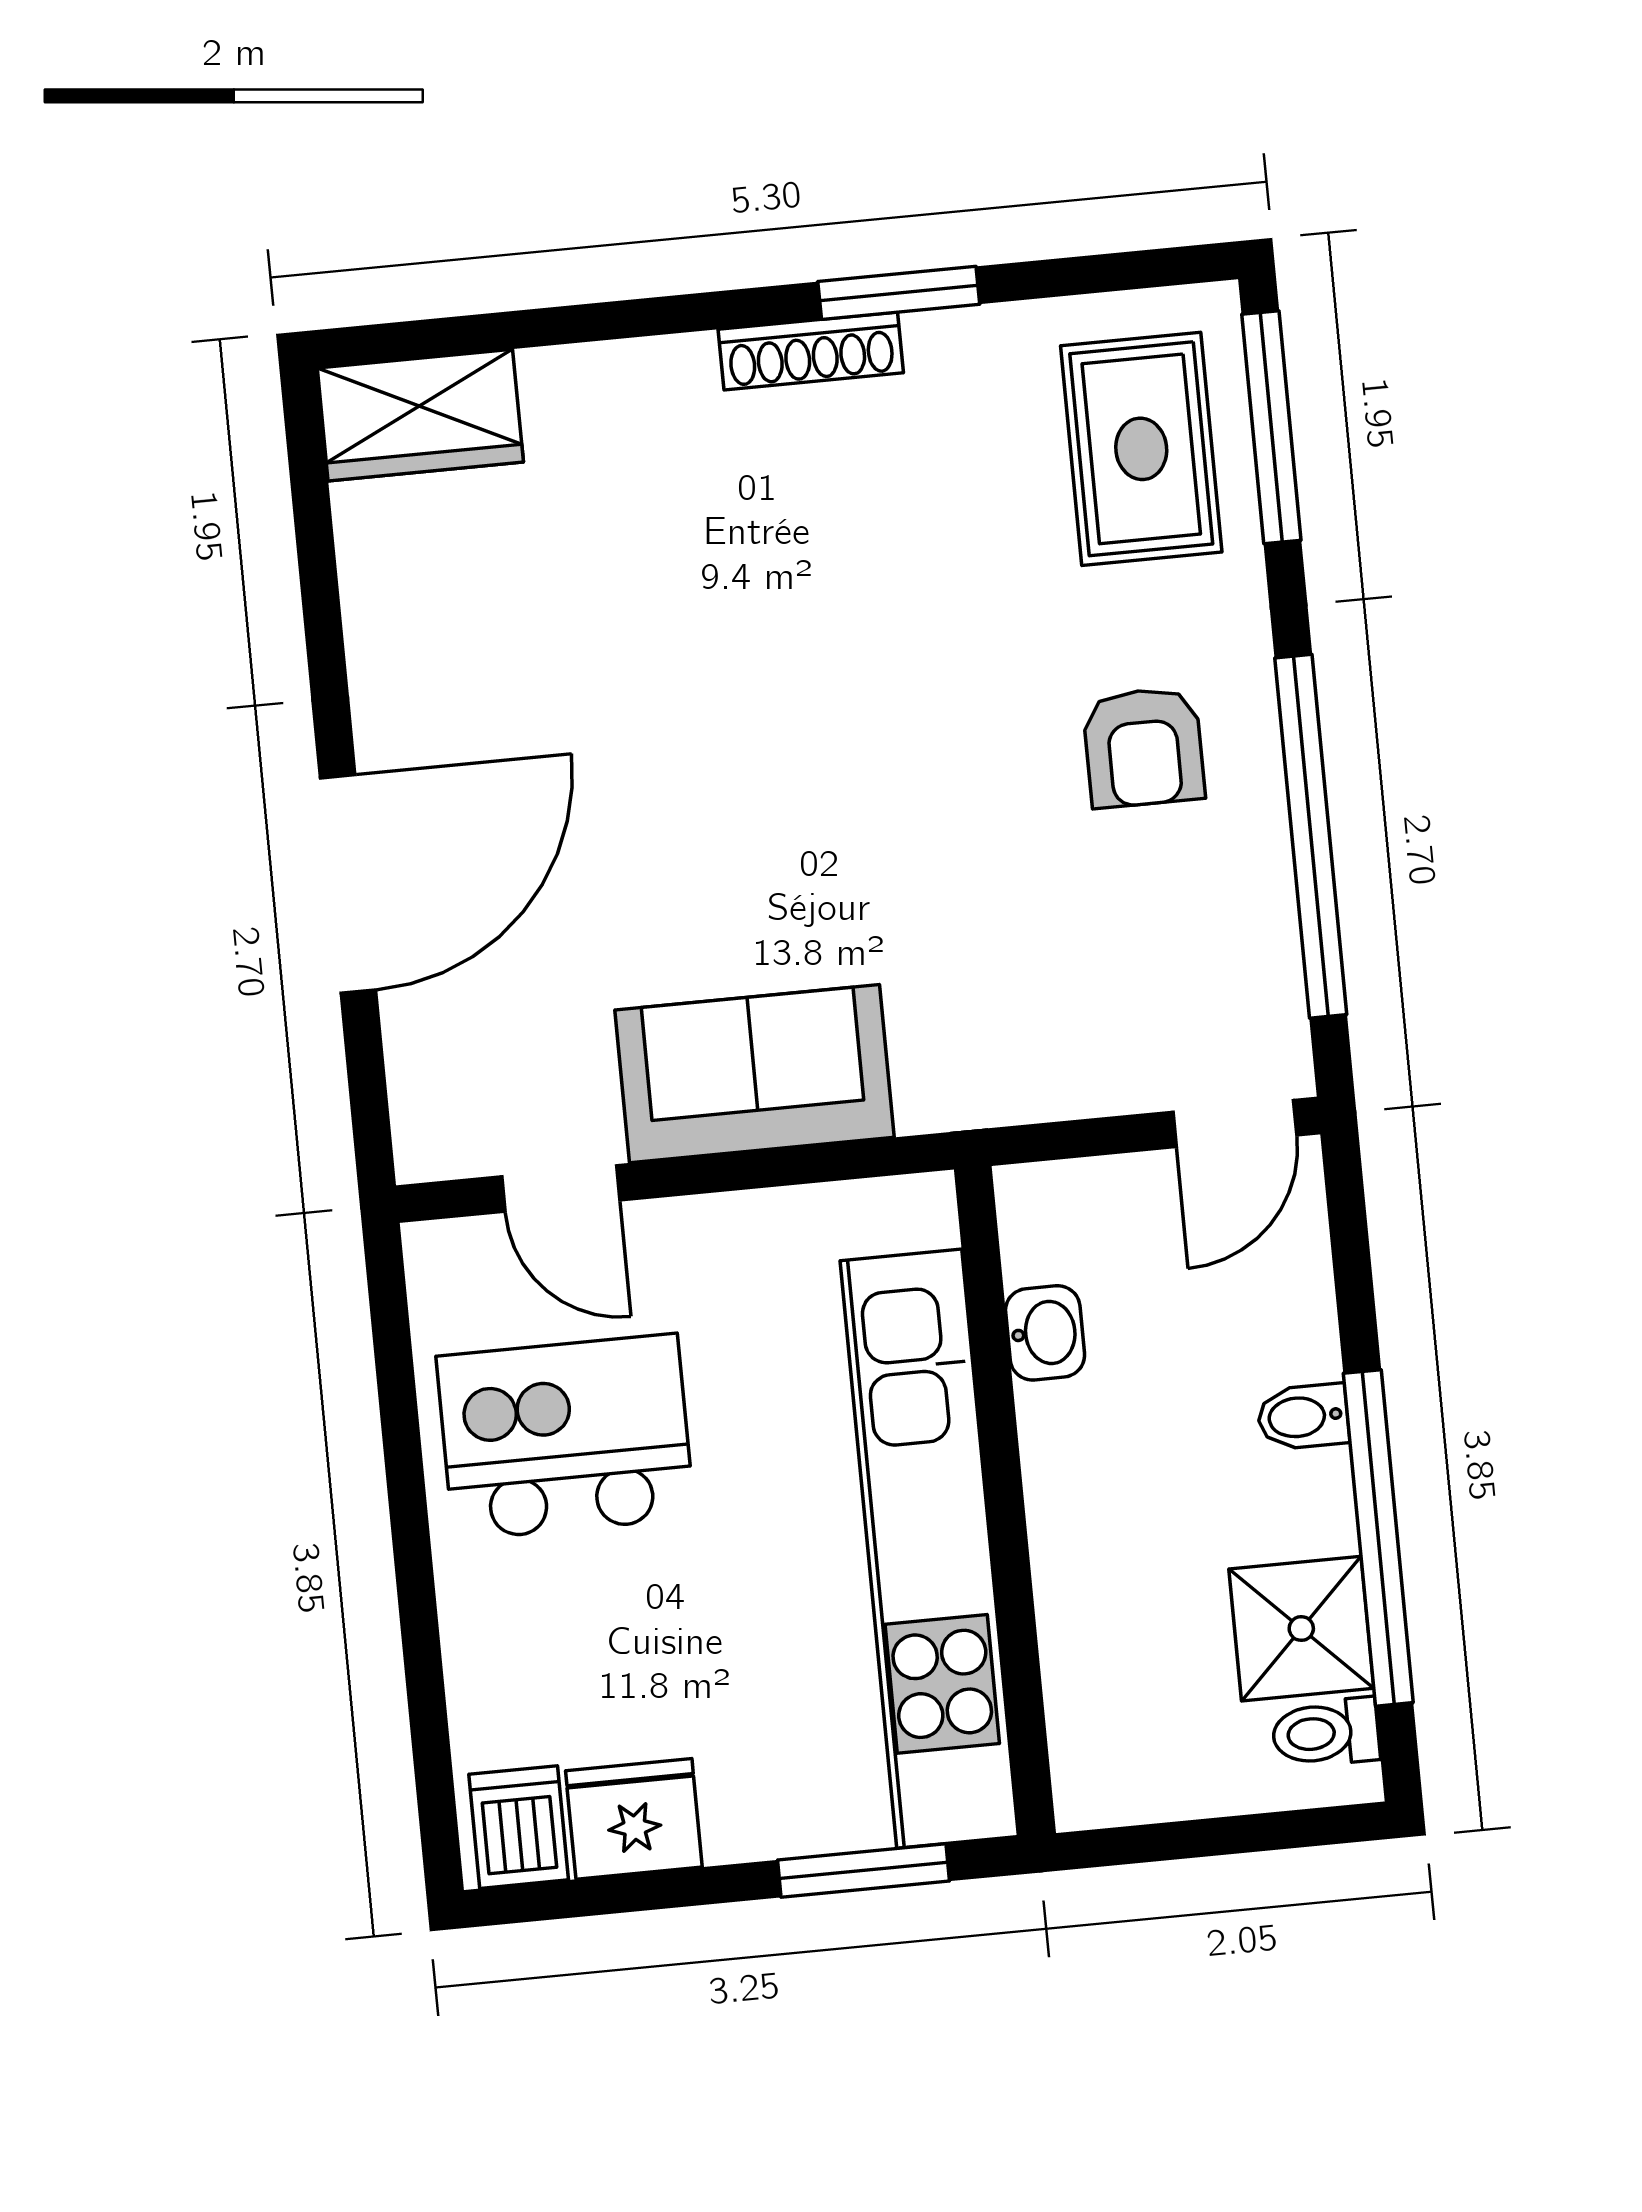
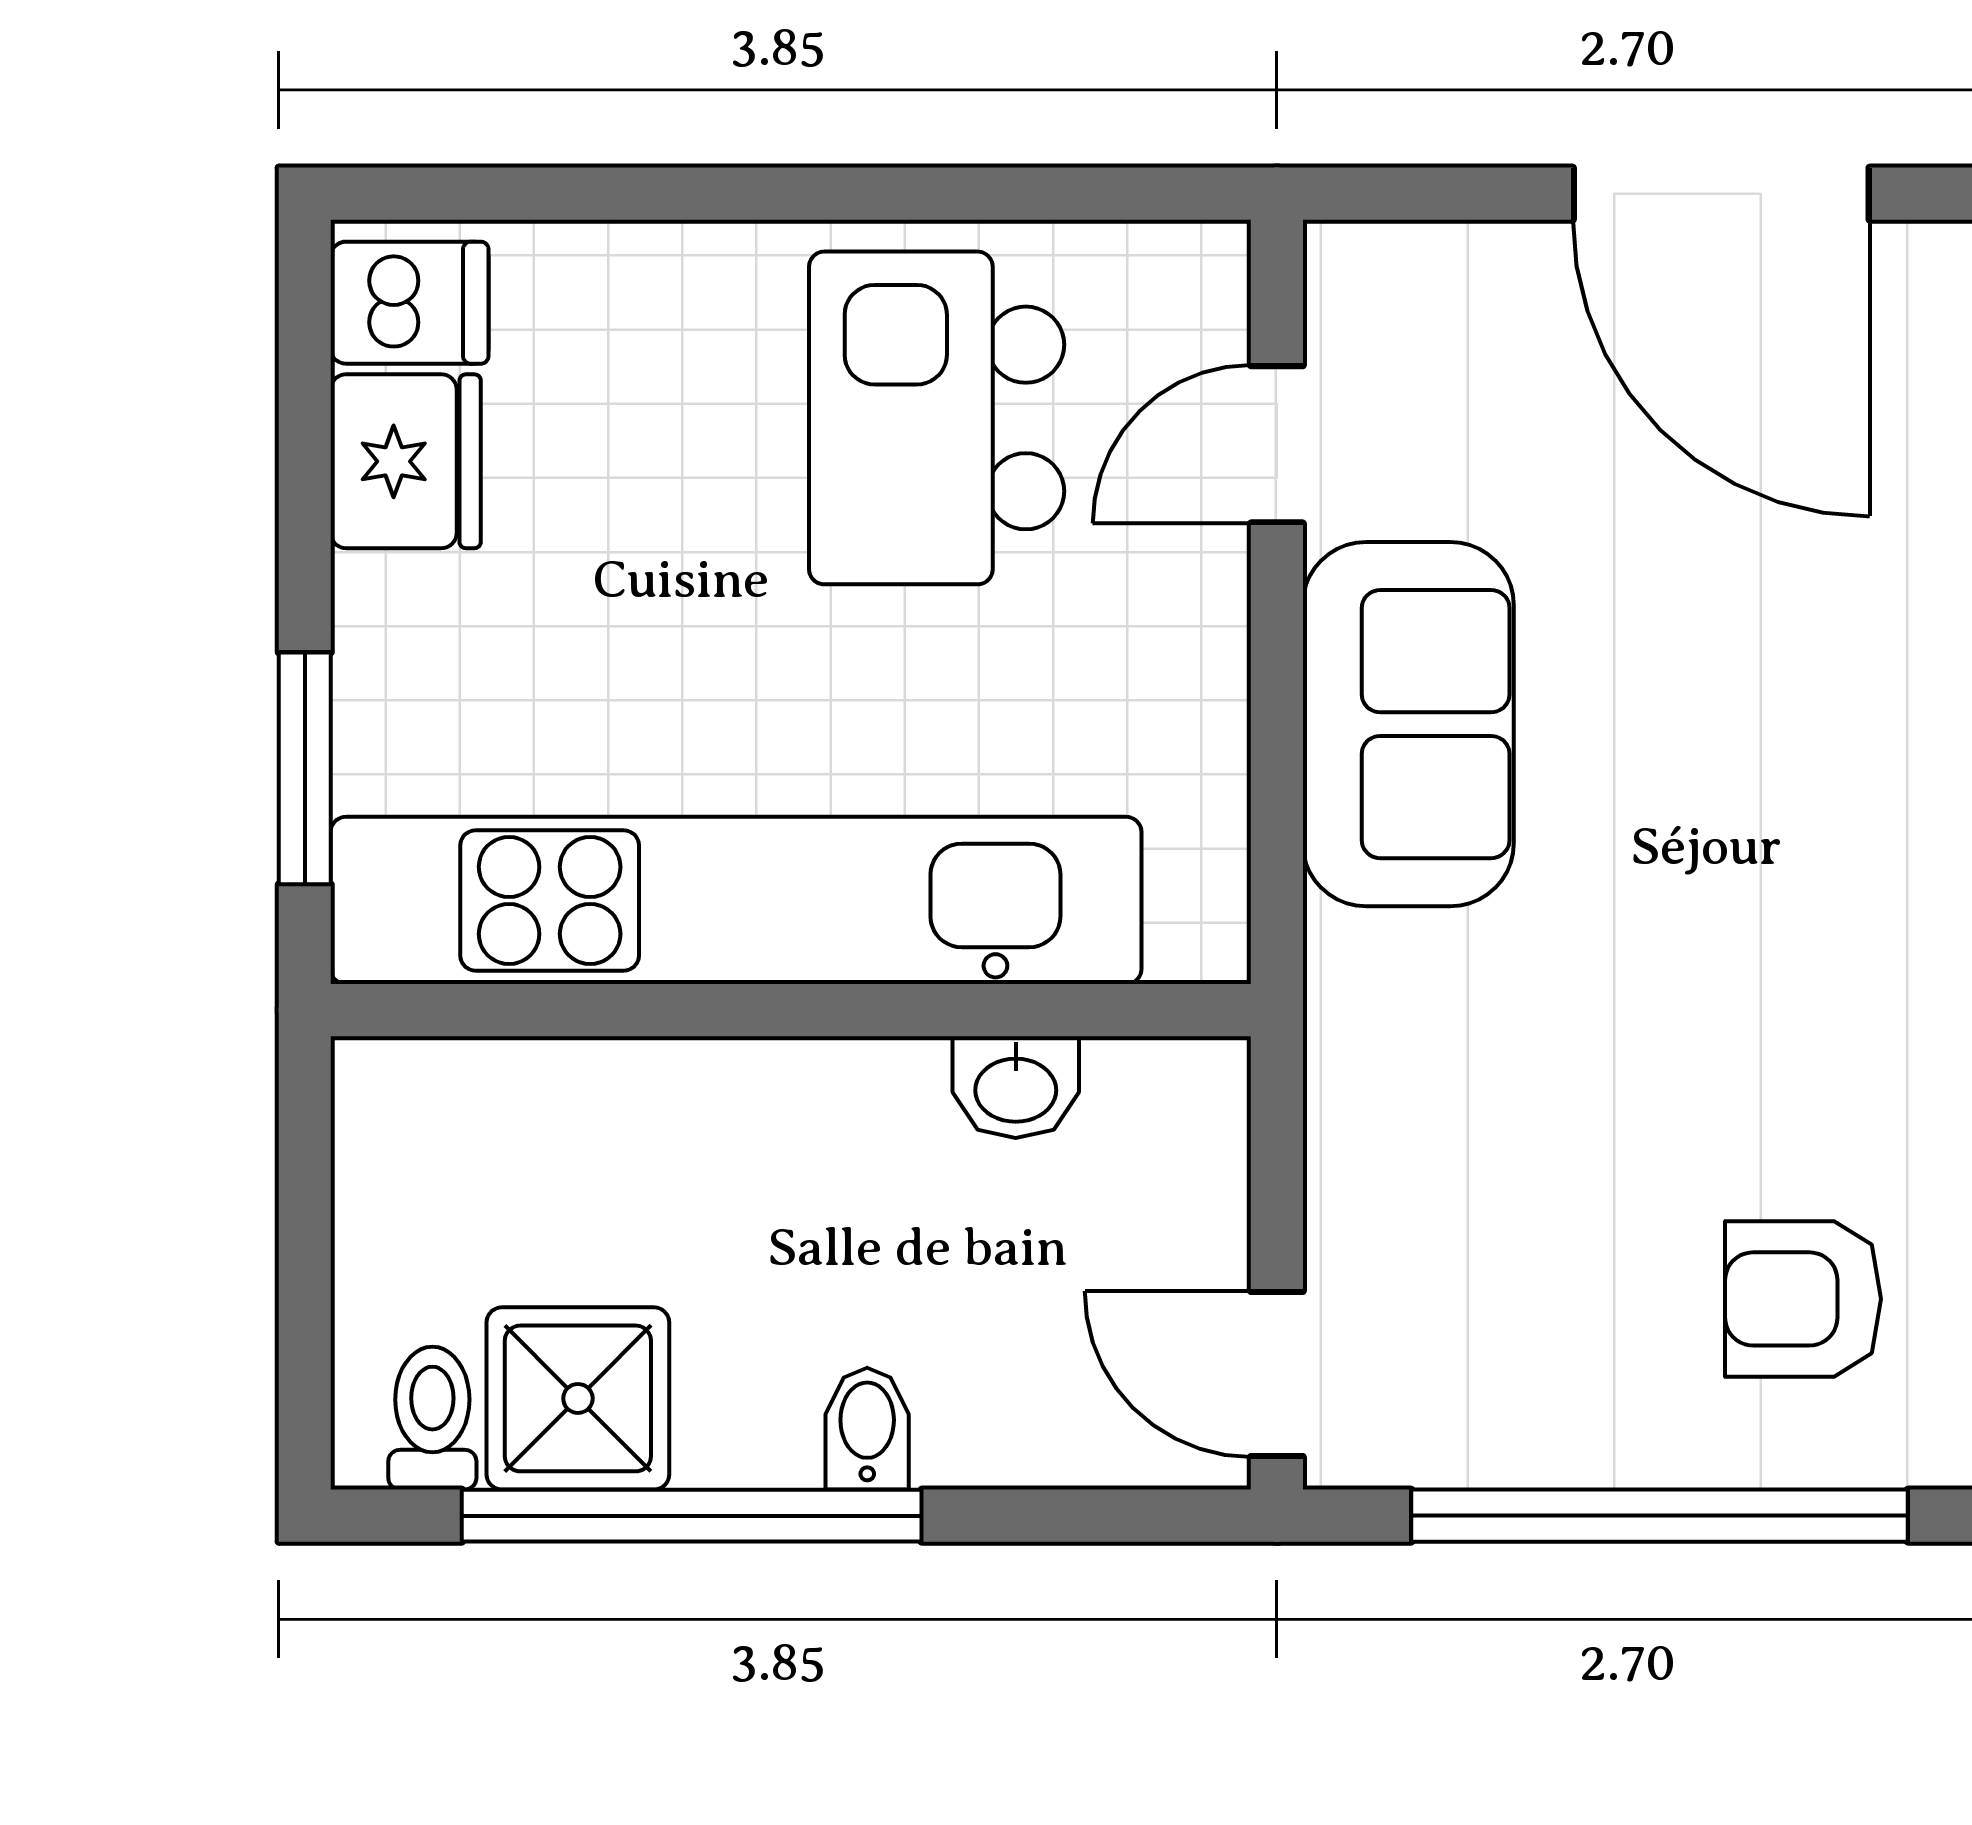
kitchen island: (565, 1437) -> (937, 418), turned 180

